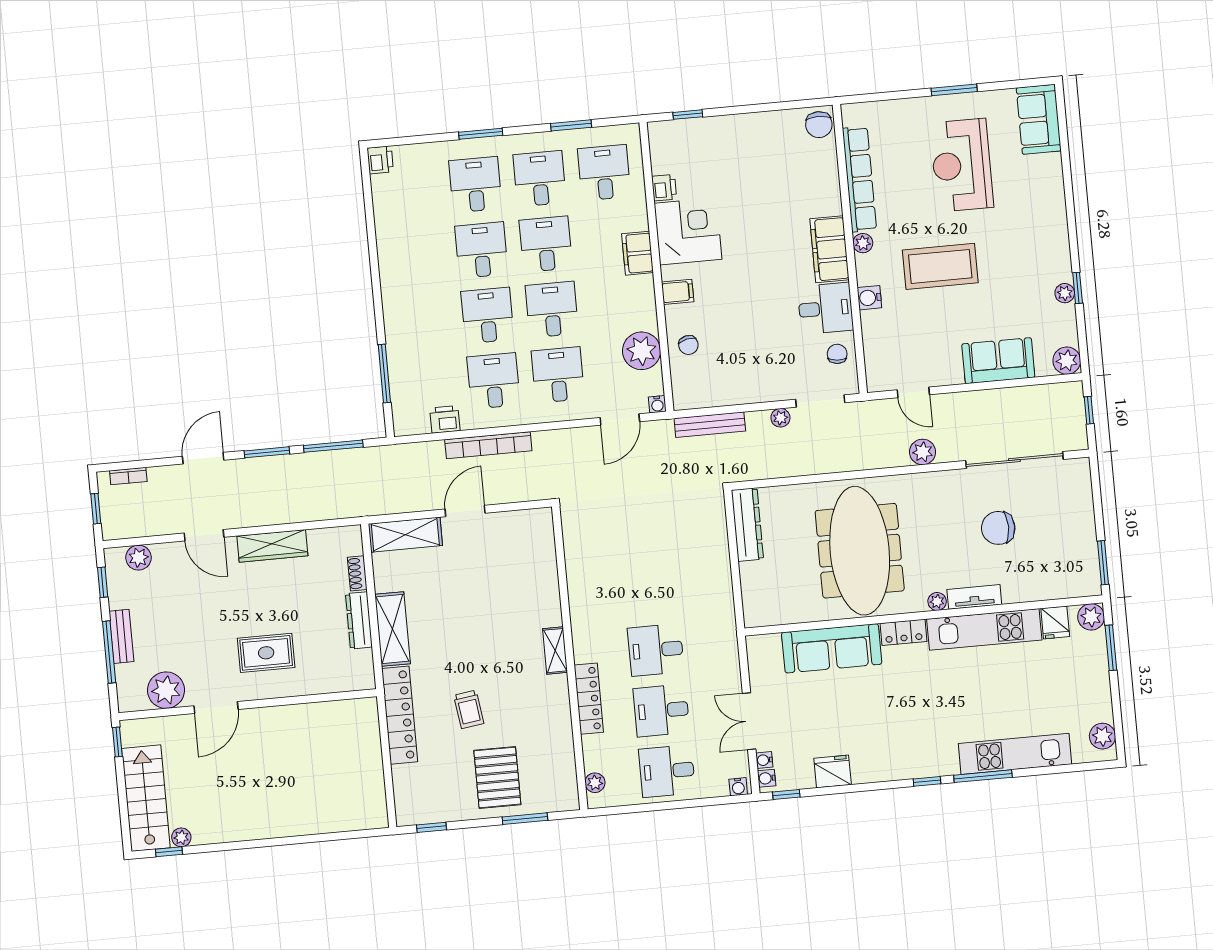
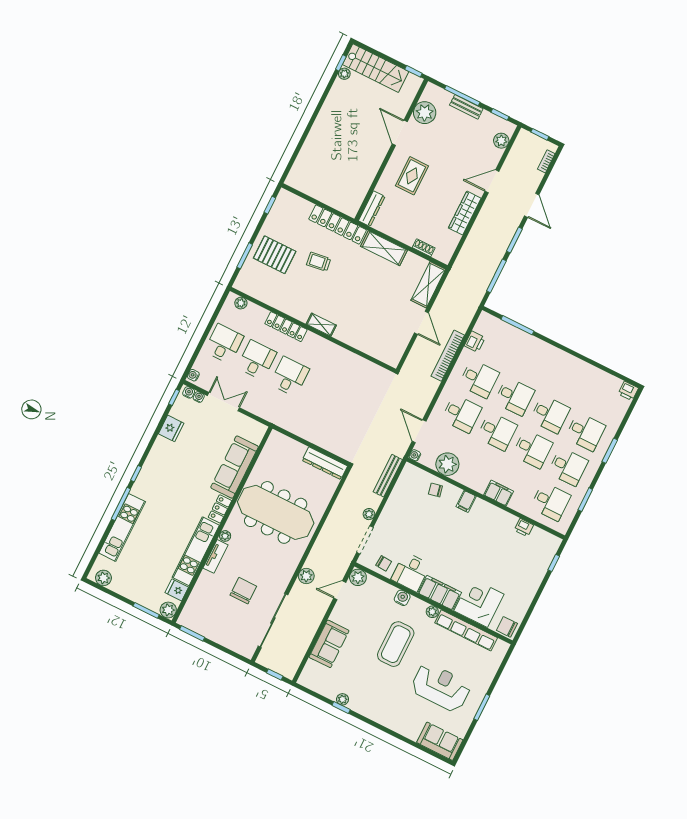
corner desk: (688, 231) -> (479, 603), moved, turned 180
plant: (1067, 361) -> (358, 577), moved
dresser: (359, 620) -> (372, 209), moved, turned 90

